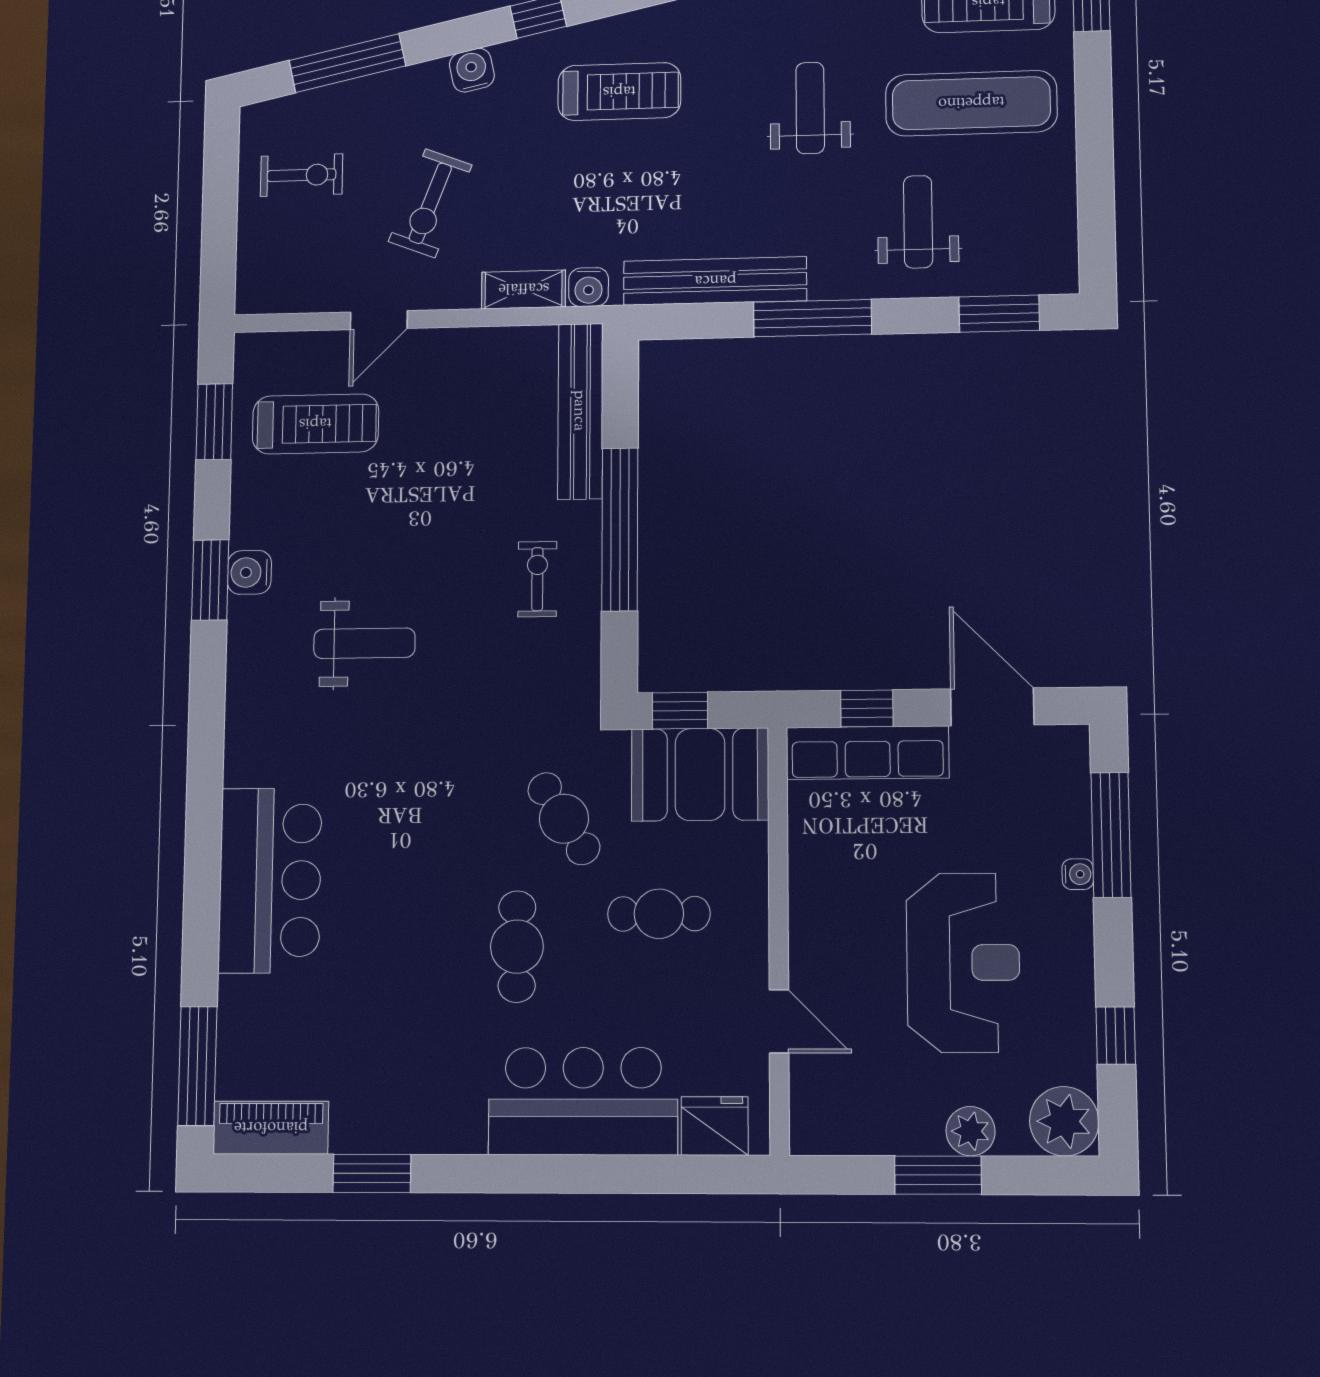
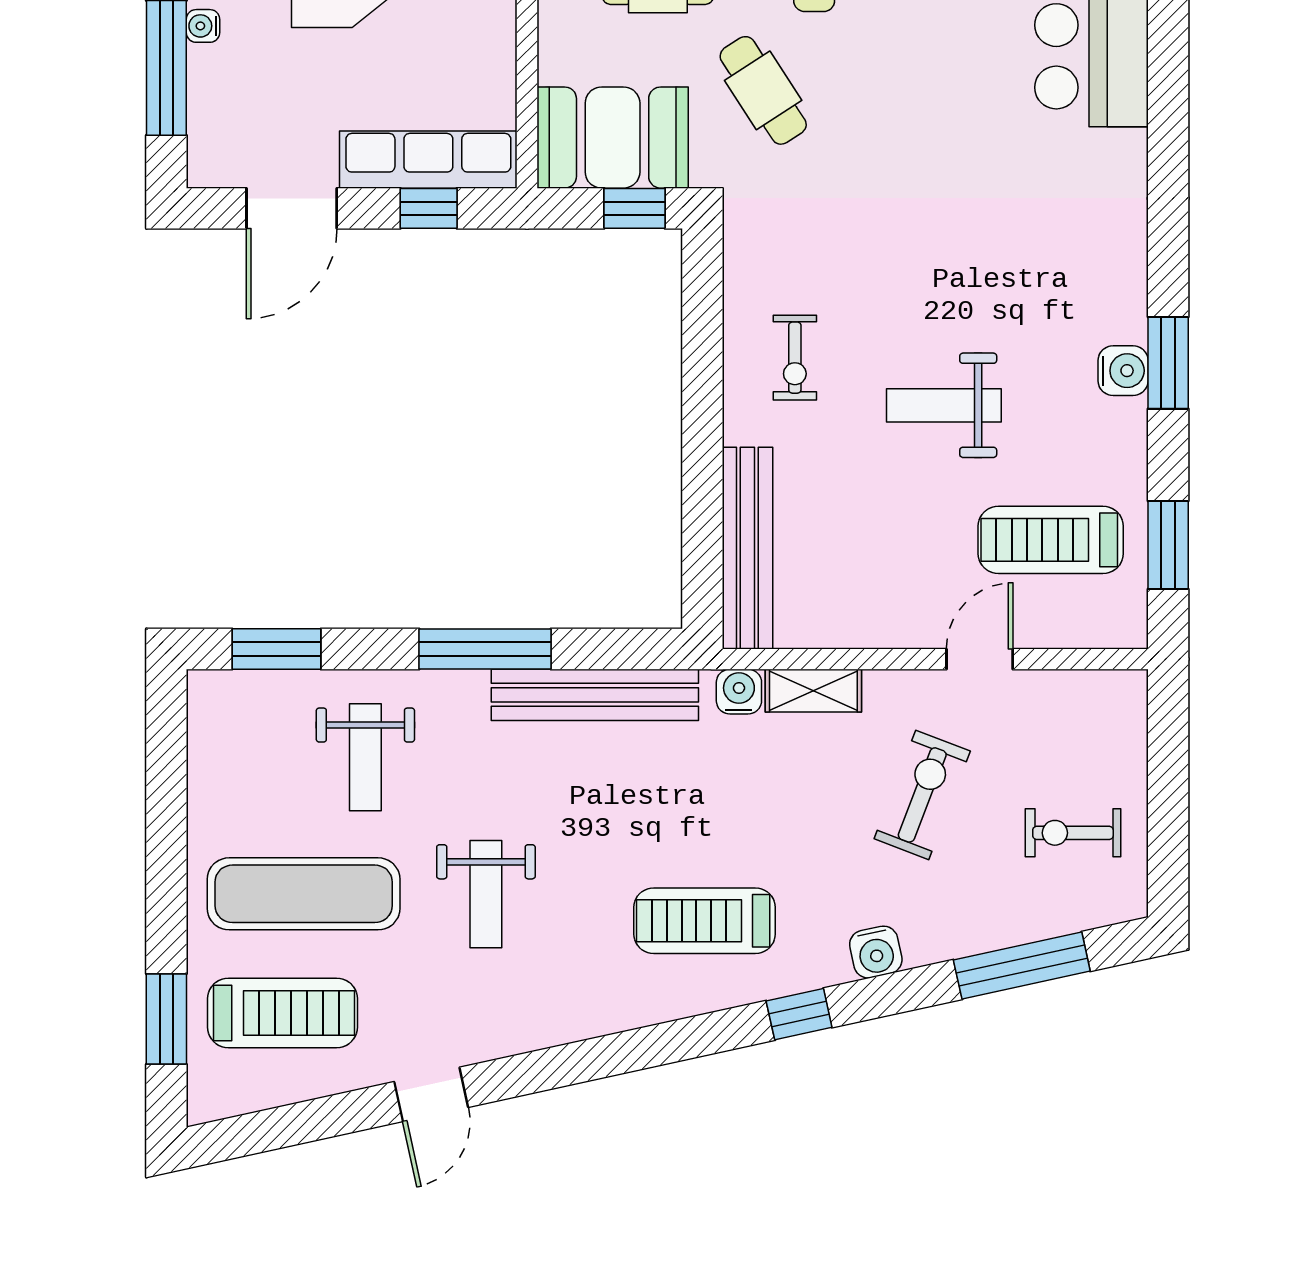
window: (620, 529) -> (702, 412), removed
weight bench: (364, 643) -> (944, 405), moved
door: (992, 707) -> (292, 208), hinge flipped

